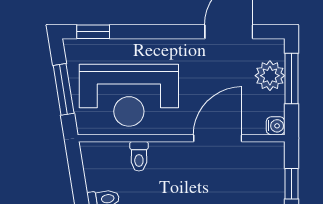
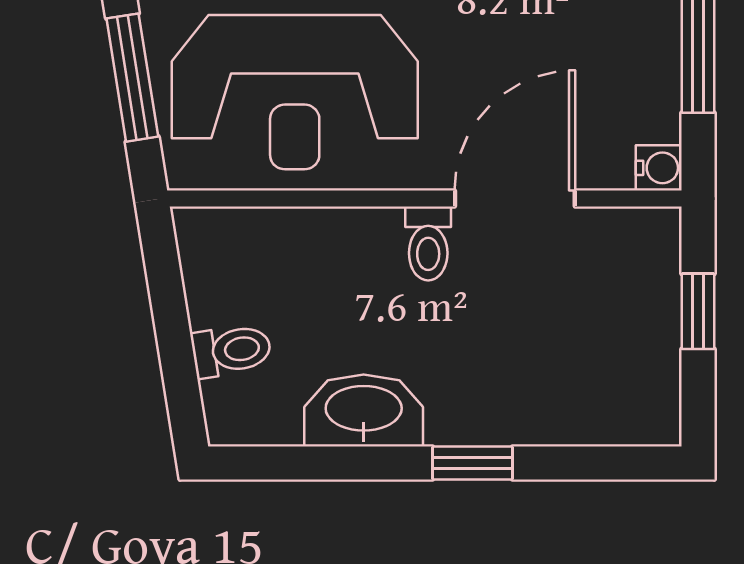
plant: (270, 76) -> (644, 43), removed
toilet: (139, 156) -> (428, 244), moved

